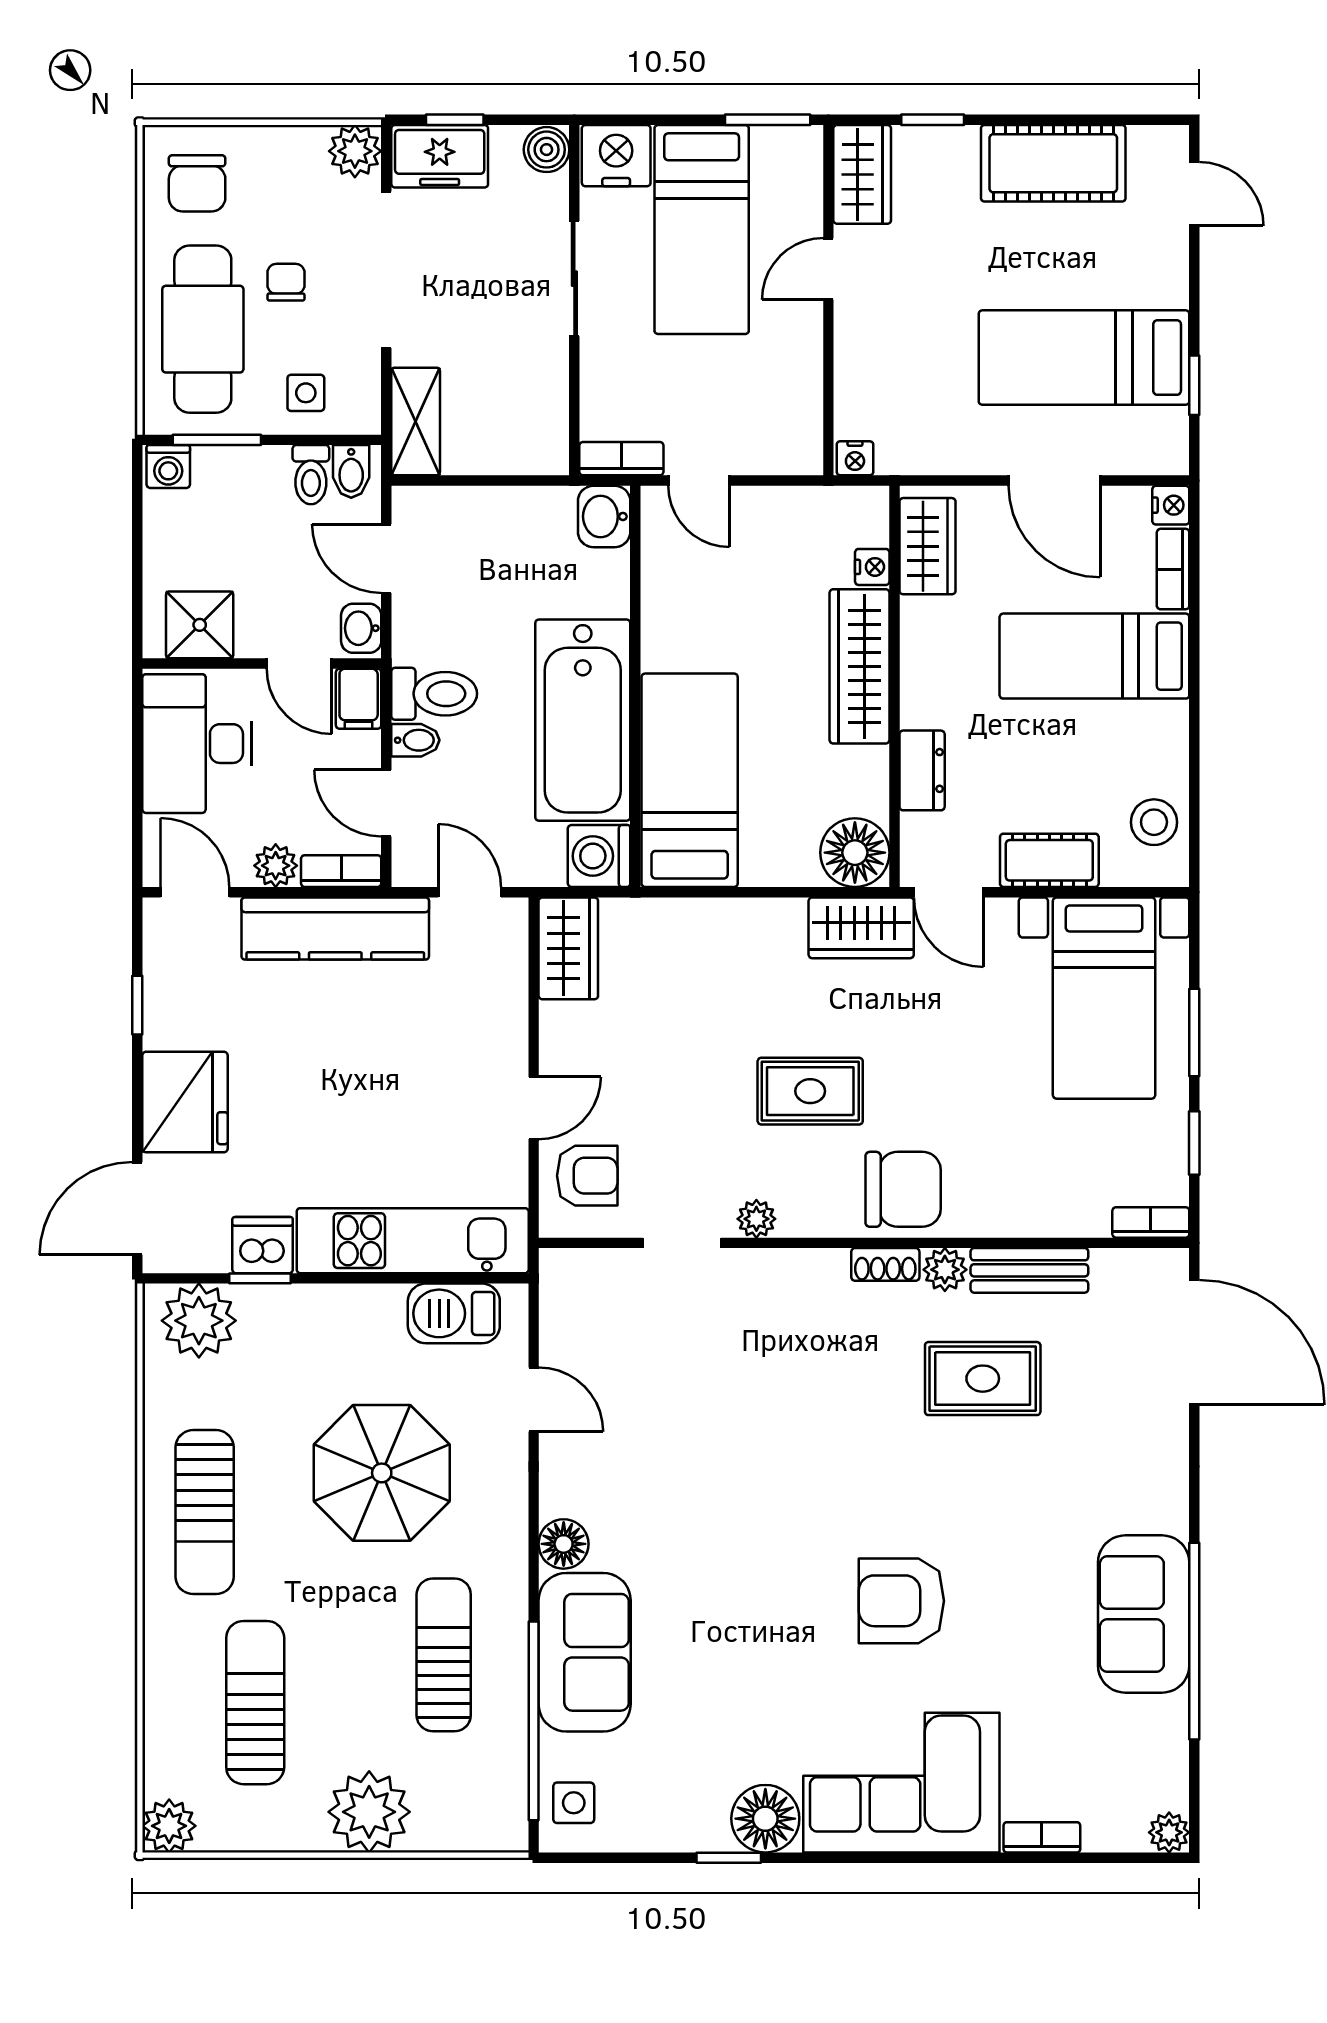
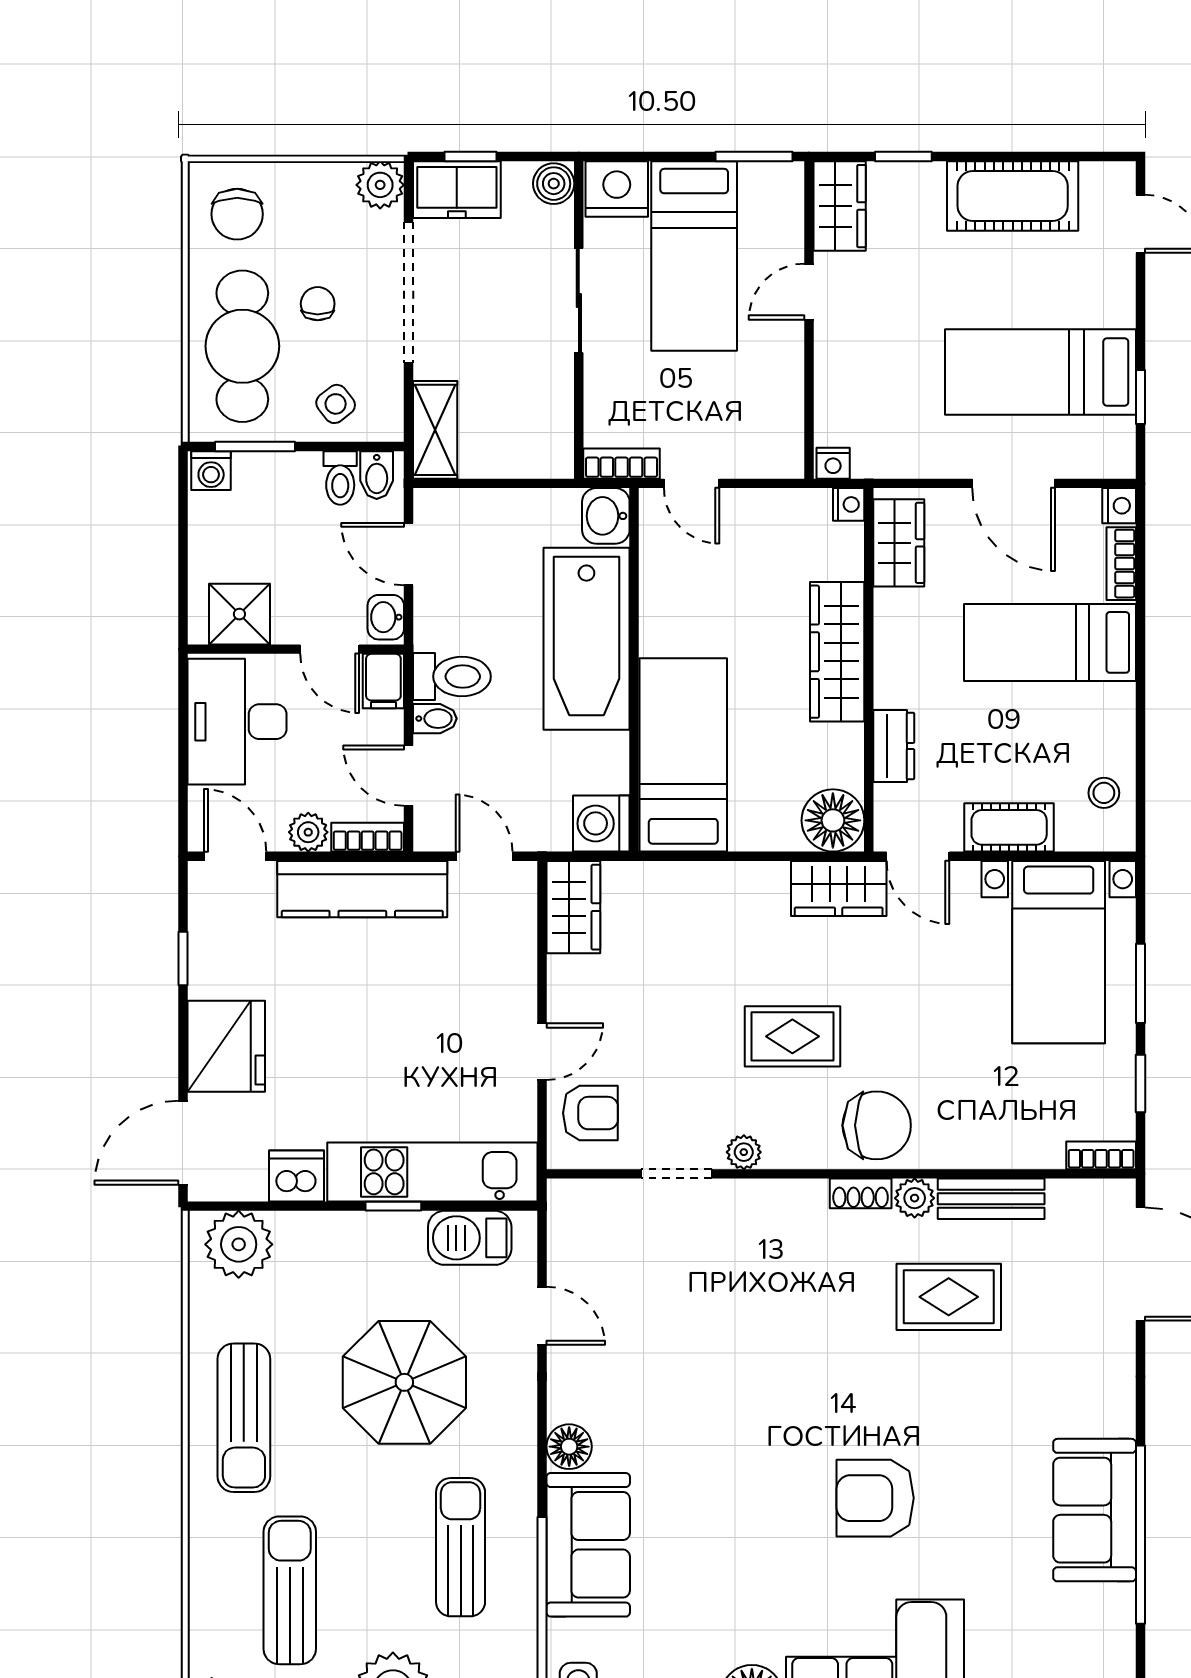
side table: (306, 393) -> (336, 404), turned -38
nightstand: (872, 567) -> (849, 504), moved
bathtub: (583, 720) -> (586, 639), moved
stool: (1154, 822) -> (1104, 793), width x0.73, depth x0.73
window: (260, 1278) -> (393, 1206), moved

